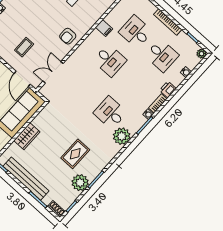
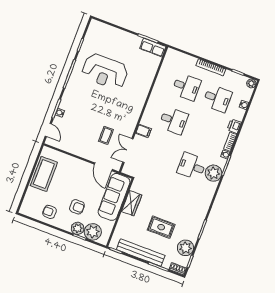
filing cabinet: (104, 28) -> (144, 131), moved
desk: (136, 32) -> (186, 87), turned 180
armchair: (68, 36) -> (128, 114), removed
coffee table: (24, 47) -> (106, 135), moved
wardrobe: (27, 136) -> (132, 203), moved
plant: (122, 136) -> (213, 173), moved
rug: (75, 154) -> (161, 227), moved, turned 90
plant: (80, 183) -> (185, 248), moved

